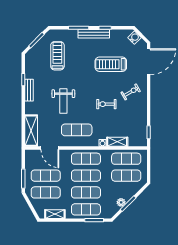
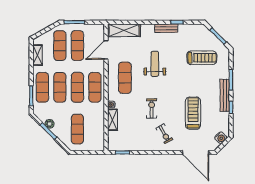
weight bench: (63, 101) -> (155, 64), turned 90
exercise mat: (126, 159) -> (95, 129), removed

